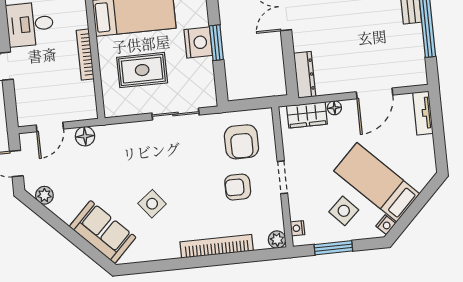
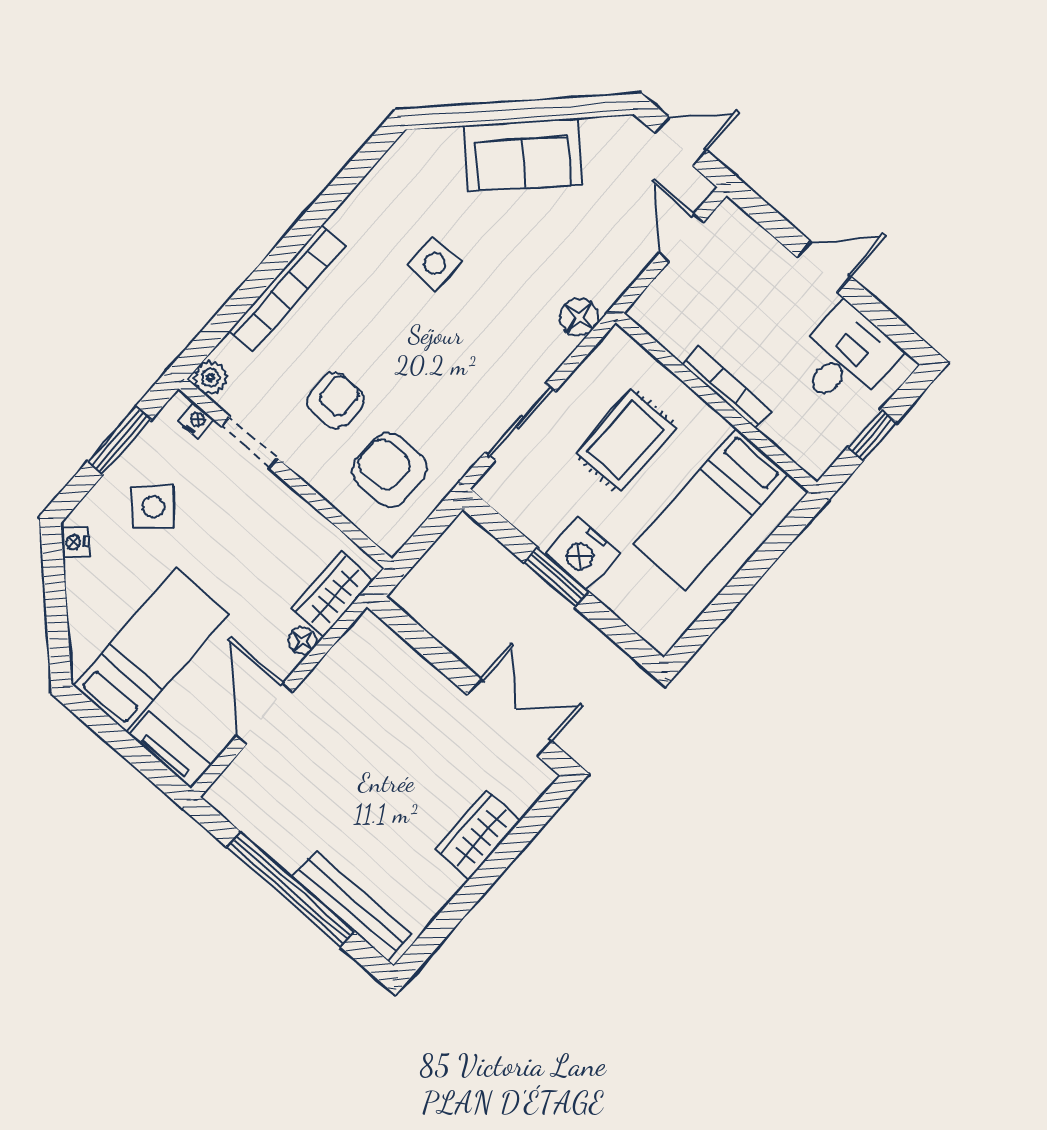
dresser: (305, 75) -> (389, 648), removed
floor lamp: (85, 136) -> (579, 317), moved
doorway: (282, 177) -> (250, 442), moved
bed: (377, 182) -> (152, 650), moved, turned -45
plant: (44, 195) -> (599, 134), removed
side table: (152, 204) -> (435, 264), turned 38
sofa: (103, 232) -> (523, 155), moved

